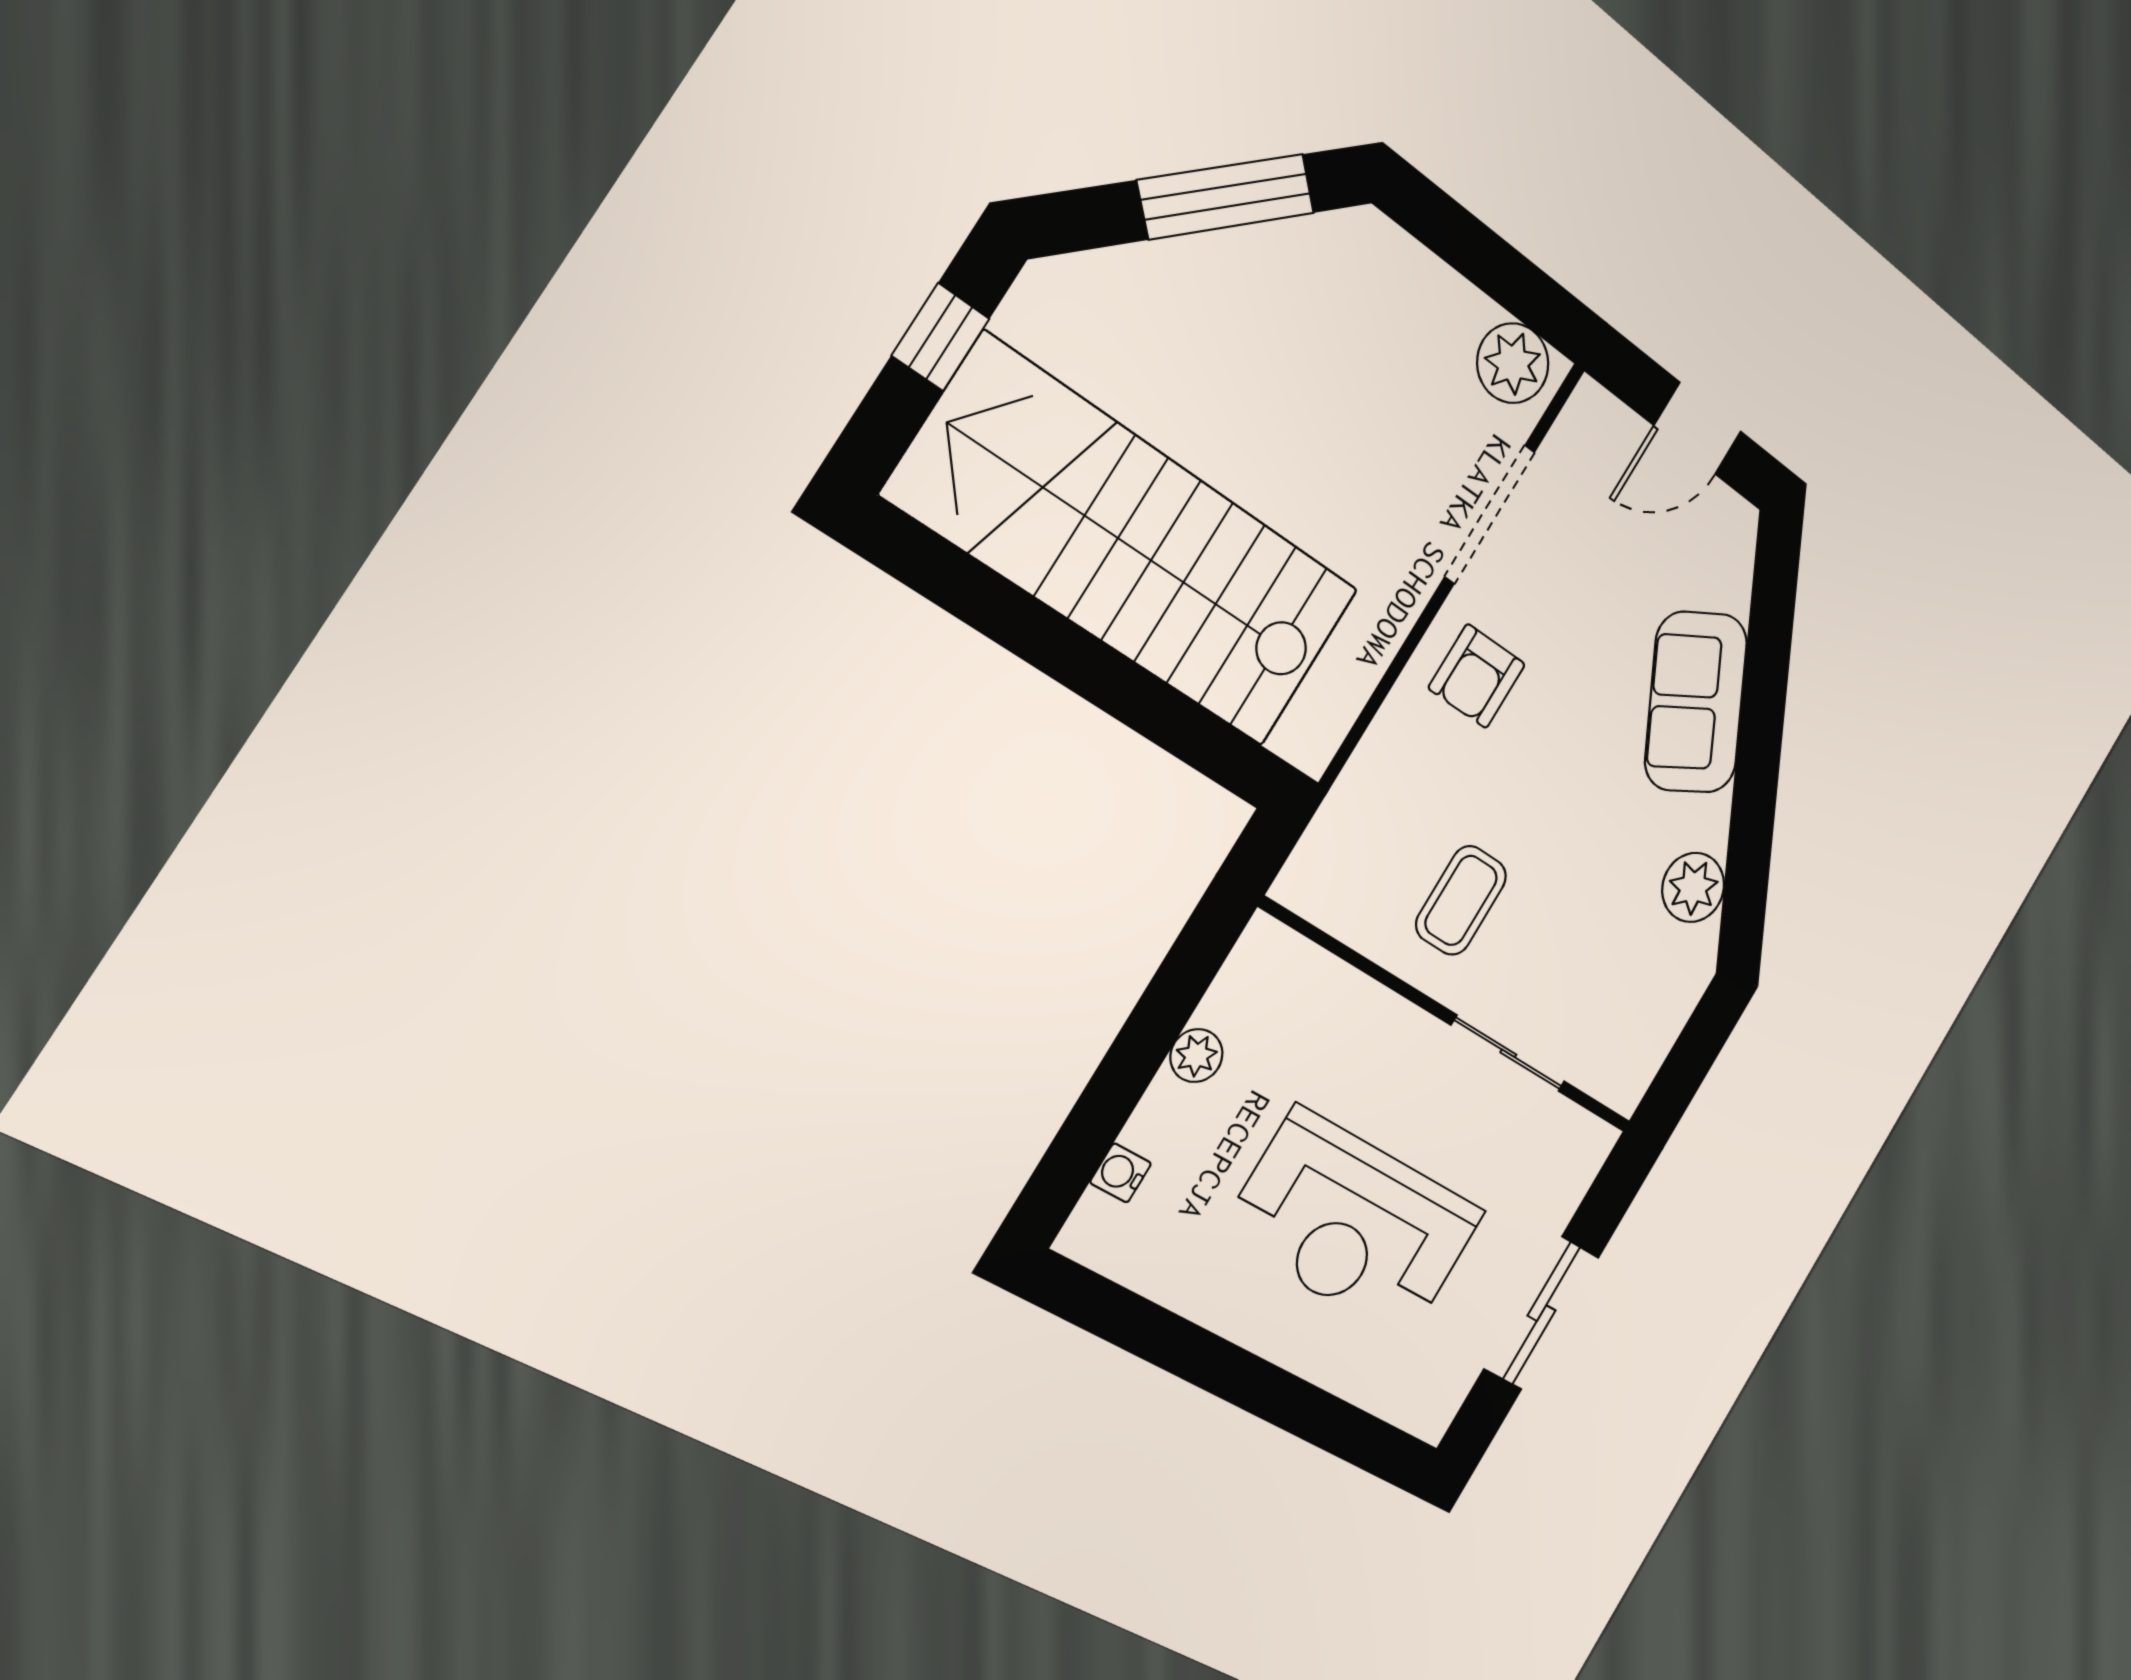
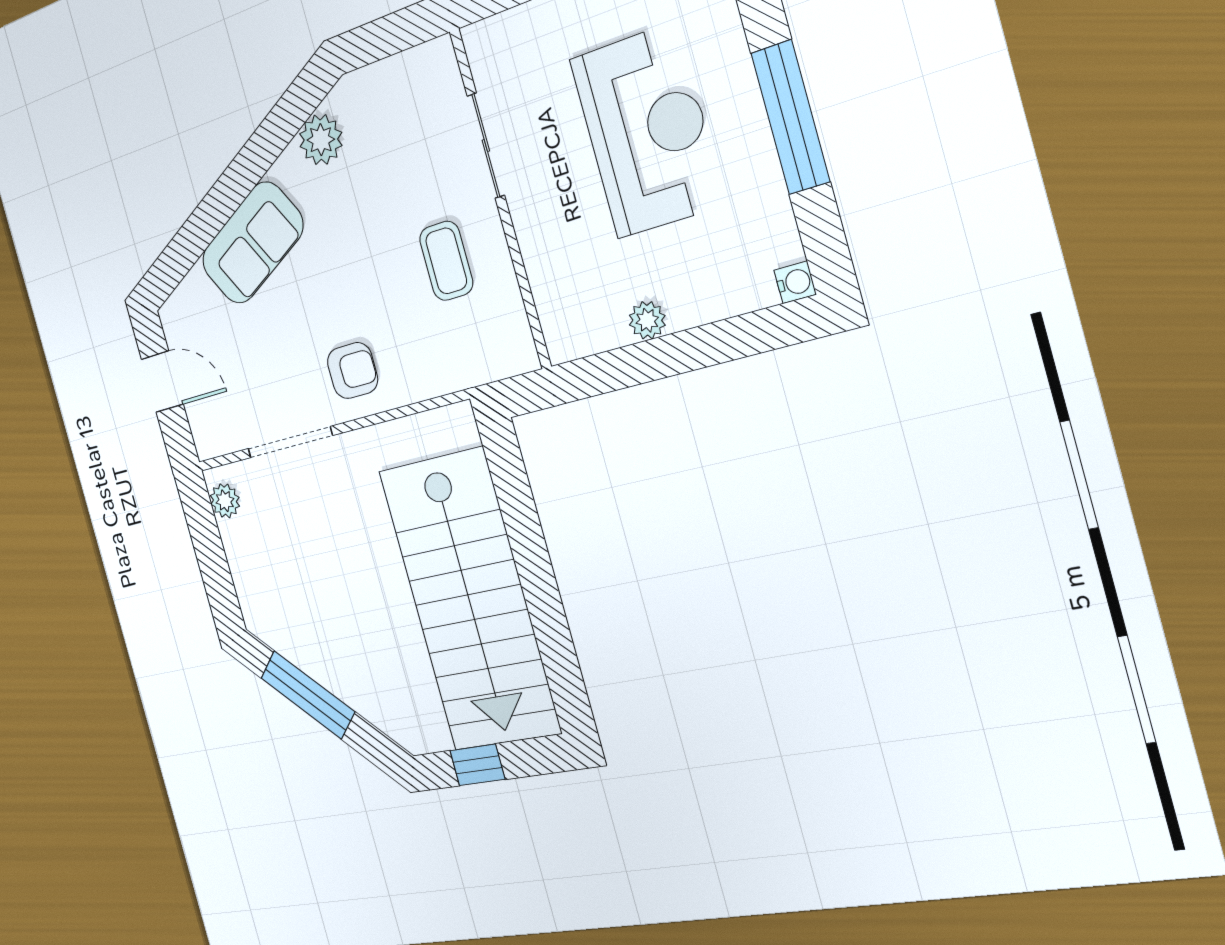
plant: (1513, 363) -> (225, 501), width x0.73, depth x0.73
coffee table: (1461, 900) -> (446, 261), turned 90
water cooler: (1121, 1173) -> (795, 282), moved, turned -90
window: (1223, 1369) -> (790, 117), added

